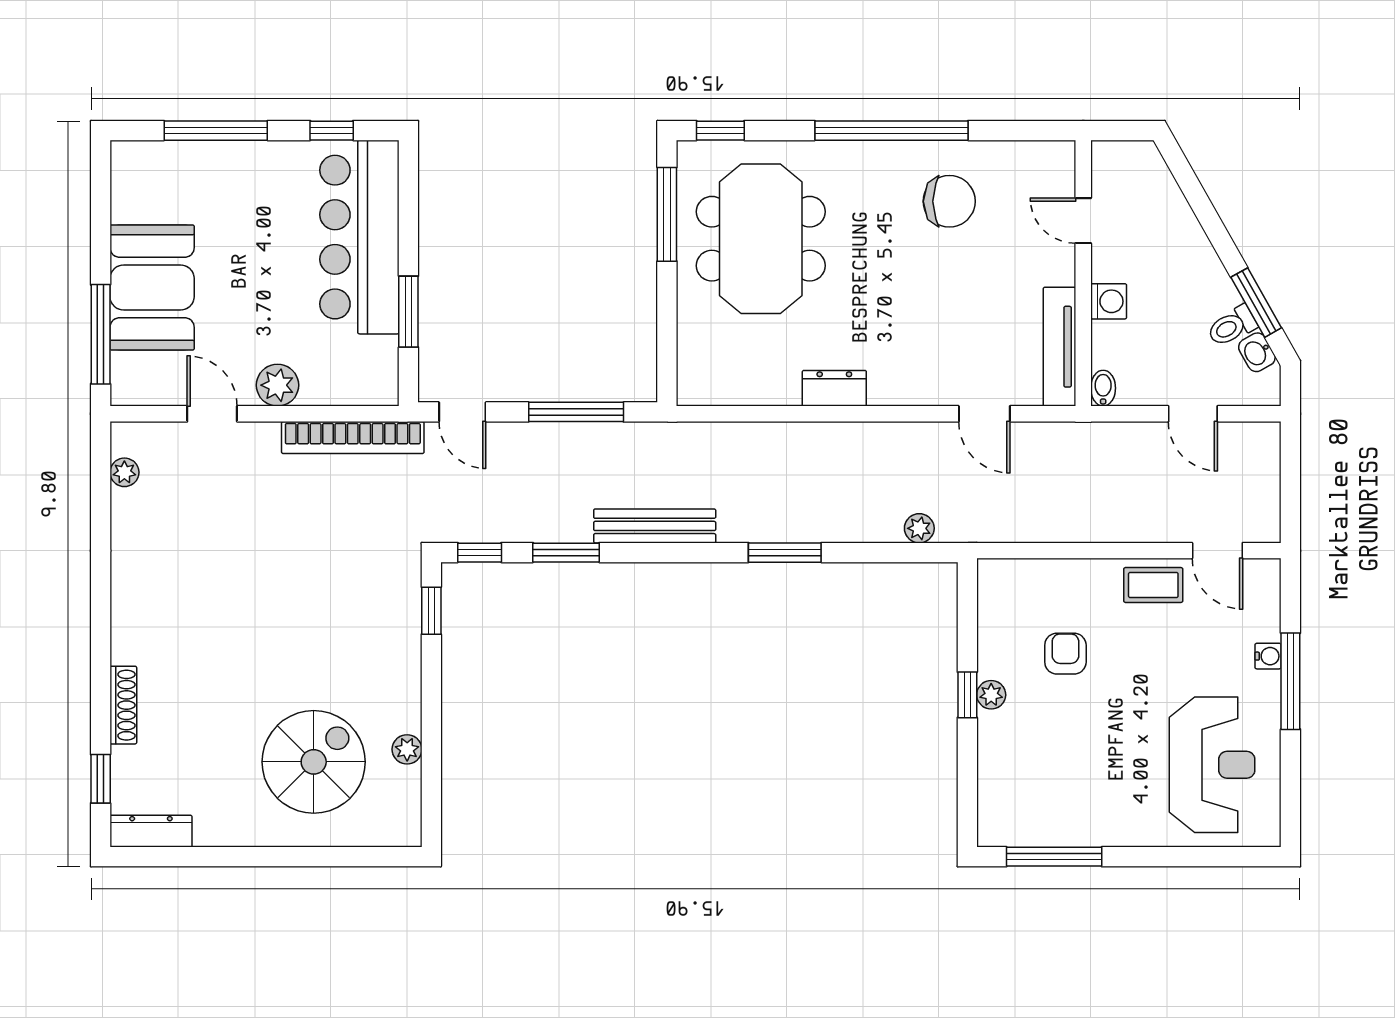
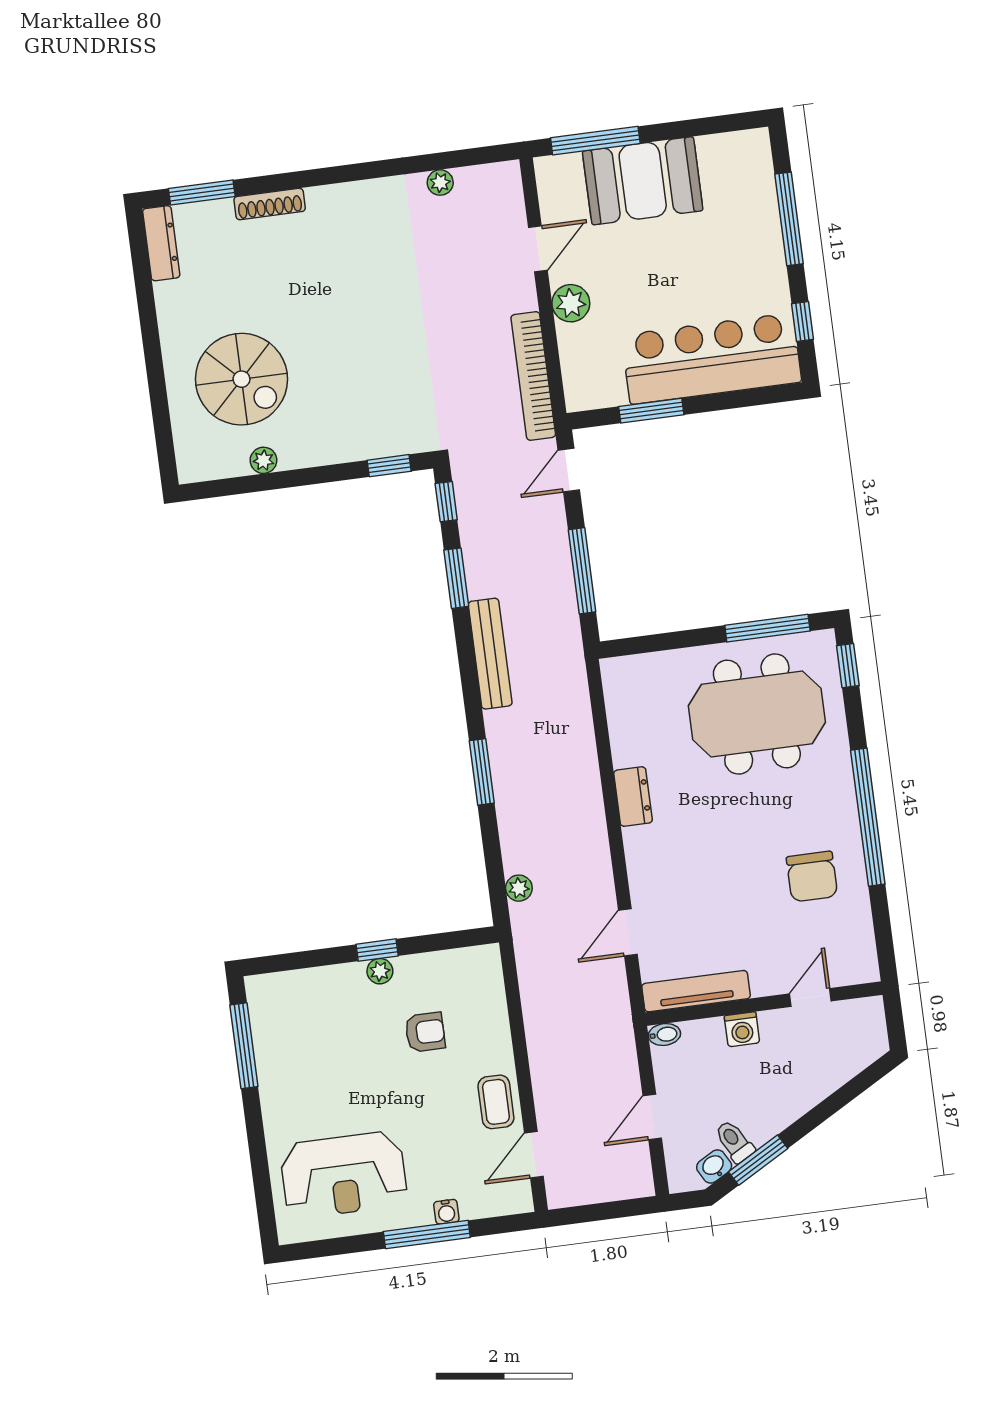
plant: (124, 472) -> (440, 183), moved
window: (101, 779) -> (202, 192), width x1.50

